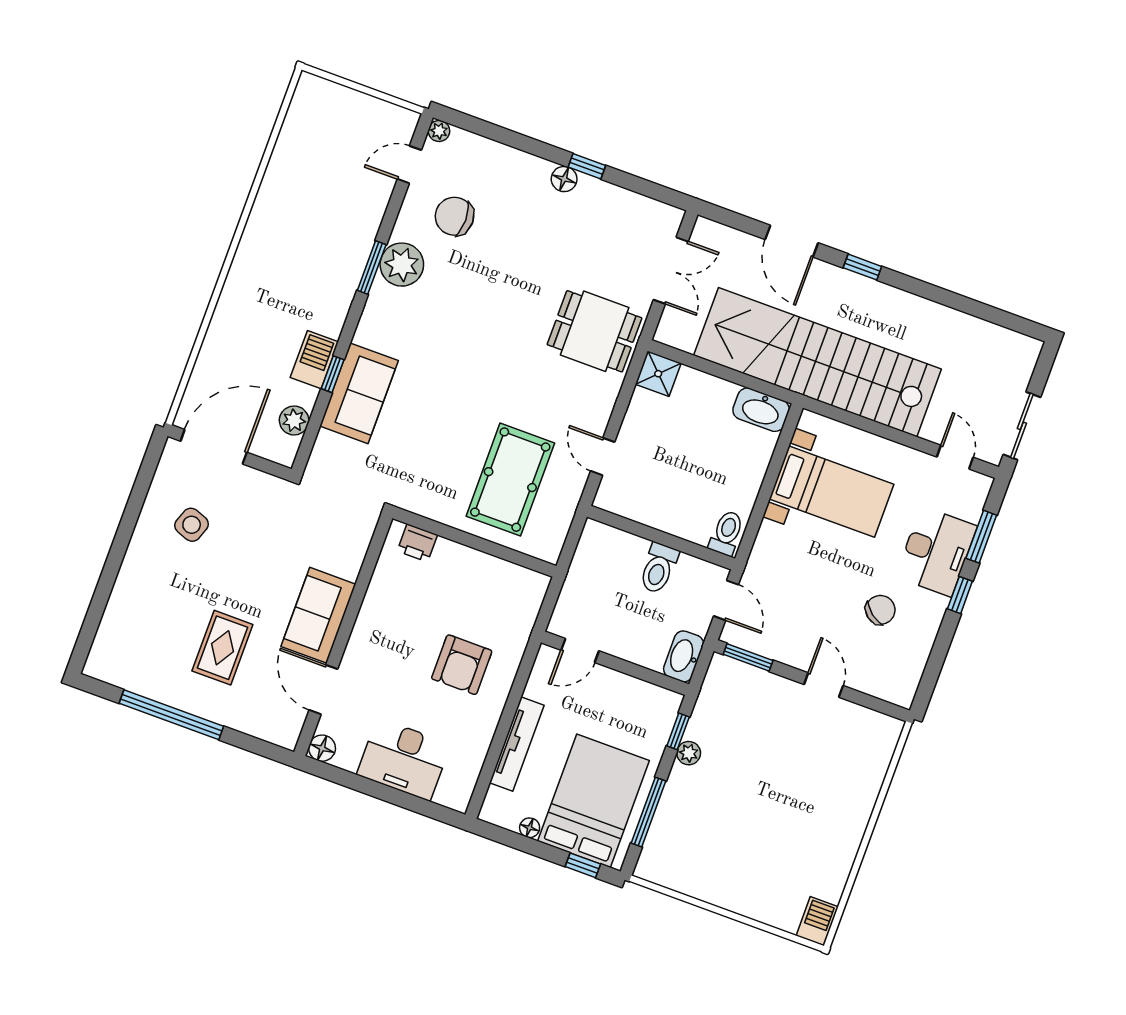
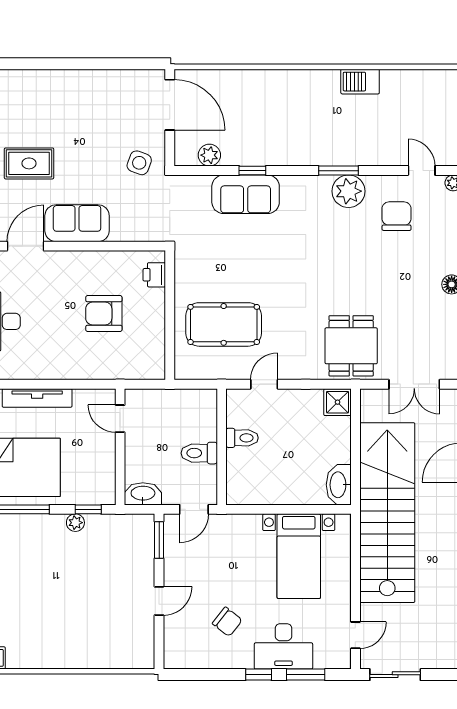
barbecue: (314, 360) -> (360, 82), moved, turned 180
side table: (192, 525) -> (139, 163), moved
toilet: (727, 533) -> (242, 438), moved
armchair: (462, 665) -> (104, 314), moved

